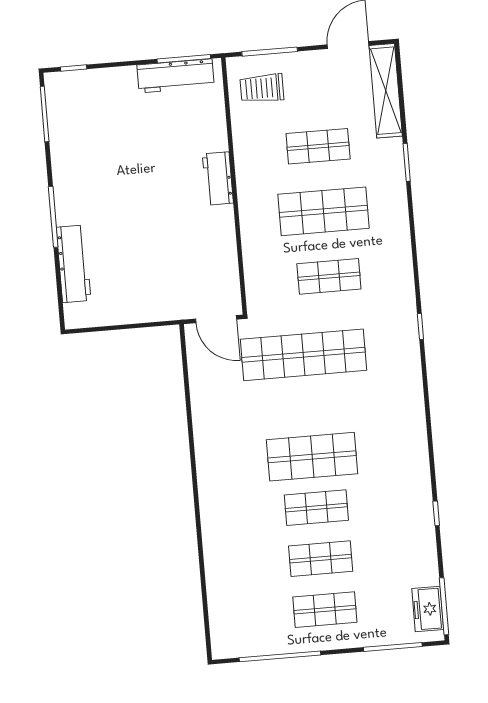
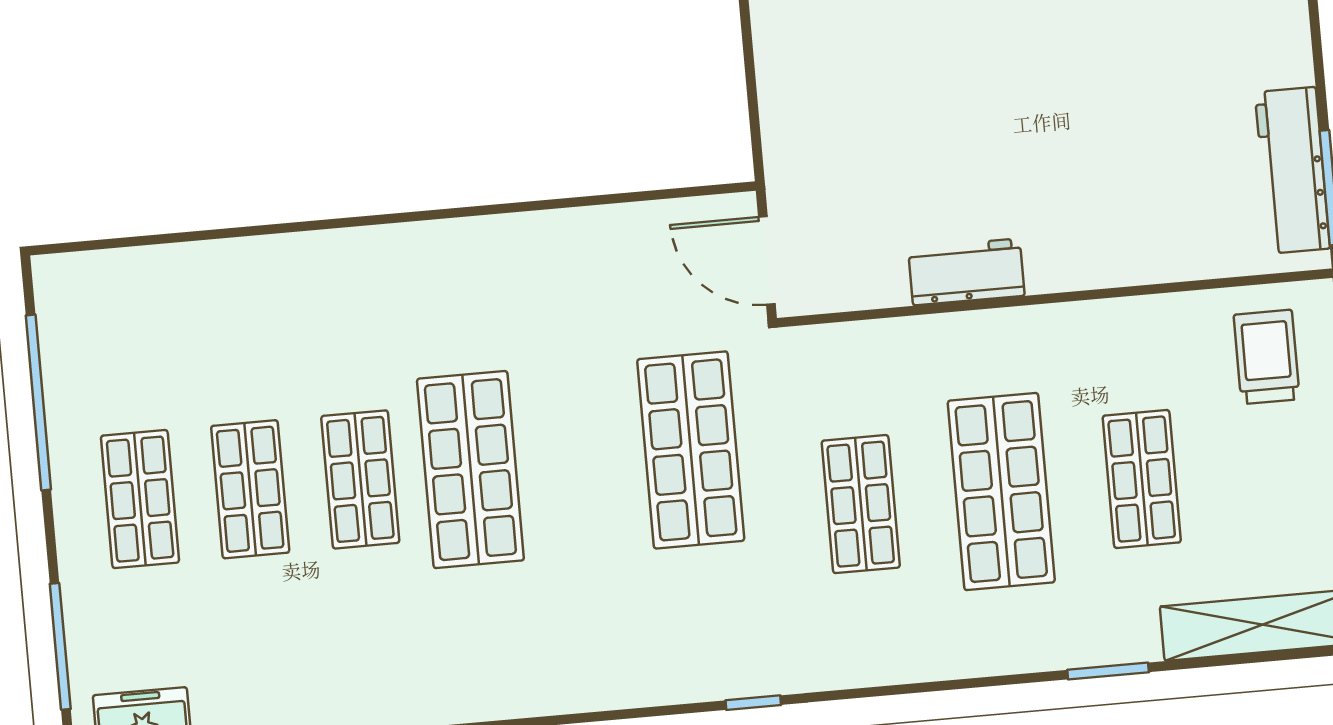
workbench: (218, 178) -> (966, 272), moved
door: (216, 319) -> (767, 260), hinge flipped
shop shelf: (303, 355) -> (691, 450), width x0.71

